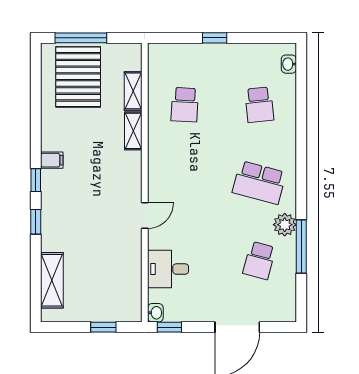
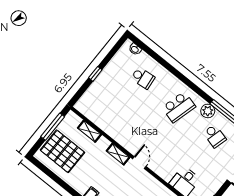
window: (81, 38) -> (53, 127), moved
school desk: (185, 105) -> (115, 112), removed
shelving: (133, 131) -> (118, 154), moved
door: (145, 215) -> (139, 163), moved

